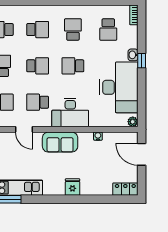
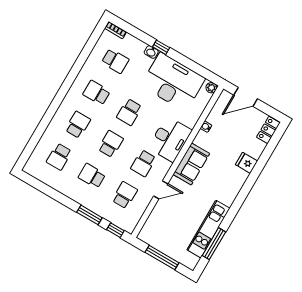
fridge: (73, 187) -> (247, 163), moved

